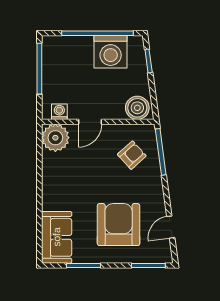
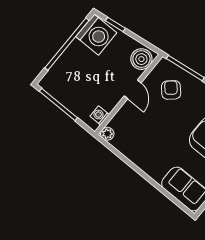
washing machine: (111, 52) -> (96, 35), moved
door: (90, 122) -> (133, 89), moved
plant: (55, 138) -> (107, 134), width x0.53, depth x0.53

